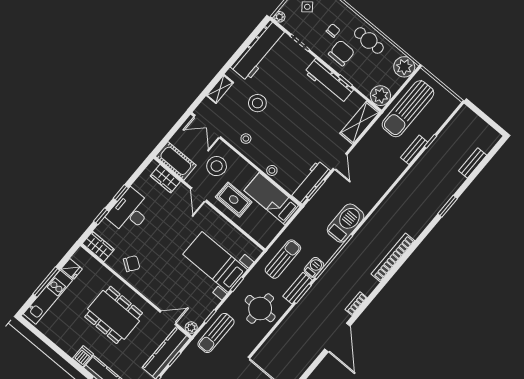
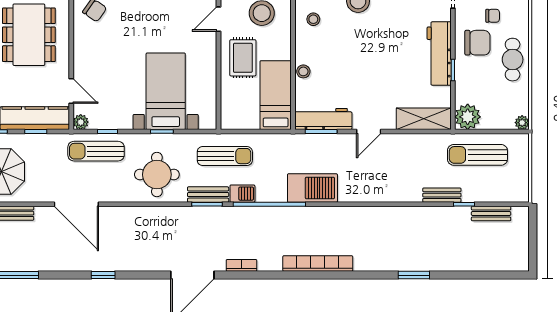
plant: (404, 67) -> (522, 123), width x0.53, depth x0.53
sun lounger: (408, 109) -> (477, 155), width x0.73, depth x0.75
bench: (473, 163) -> (491, 213), moved

